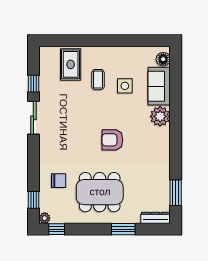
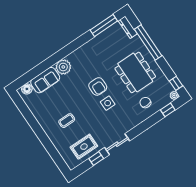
rug: (71, 64) -> (84, 147), moved
side table: (125, 86) -> (108, 103), moved
window: (176, 193) -> (104, 25), width x1.44
window: (123, 229) -> (148, 42), width x2.11

